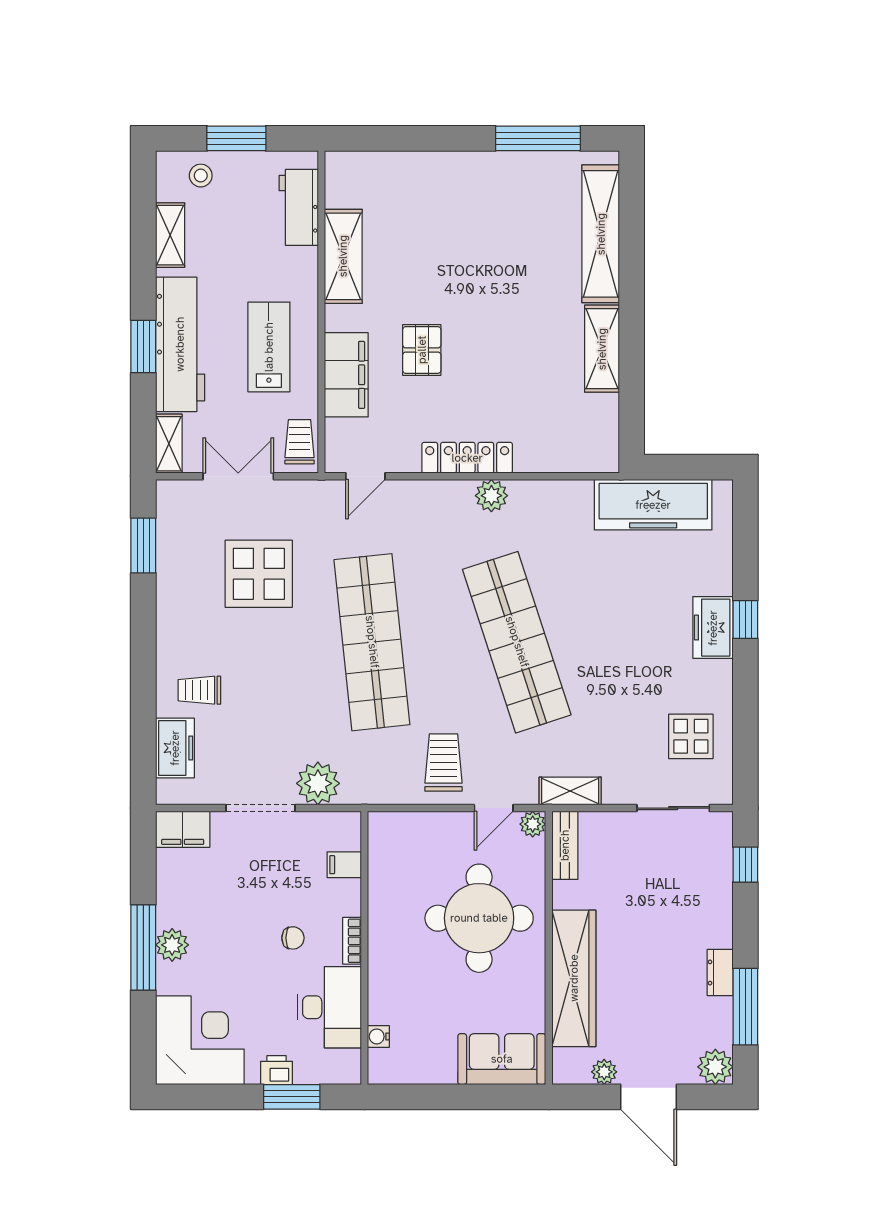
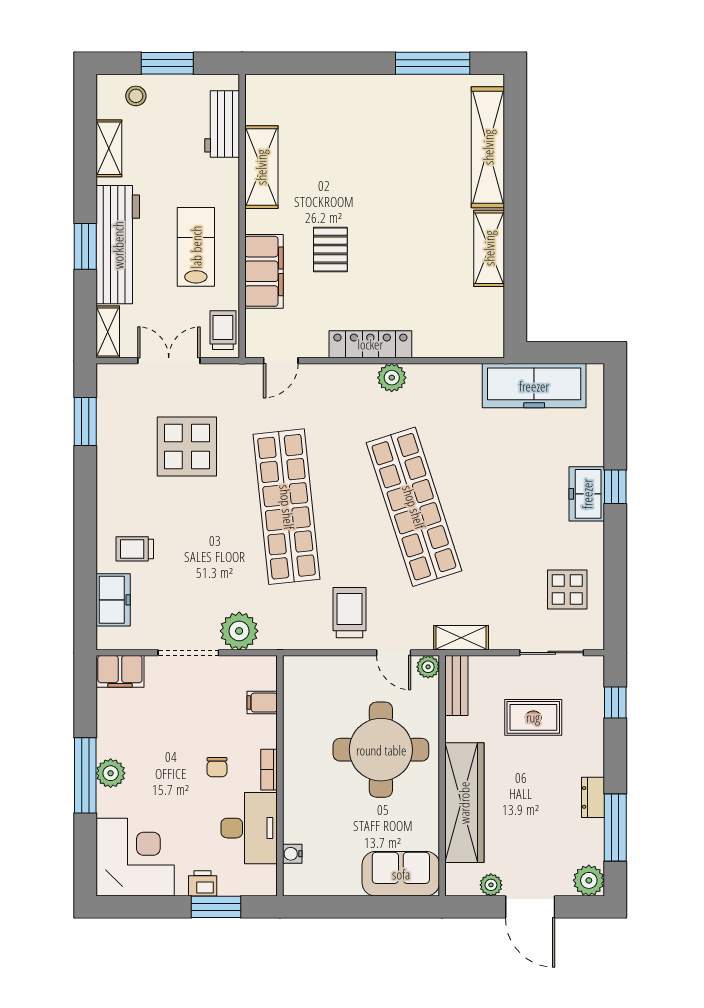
door: (494, 808) -> (394, 653), hinge flipped
rug: (652, 882) -> (533, 717), added
chair: (293, 938) -> (217, 767), turned 90

